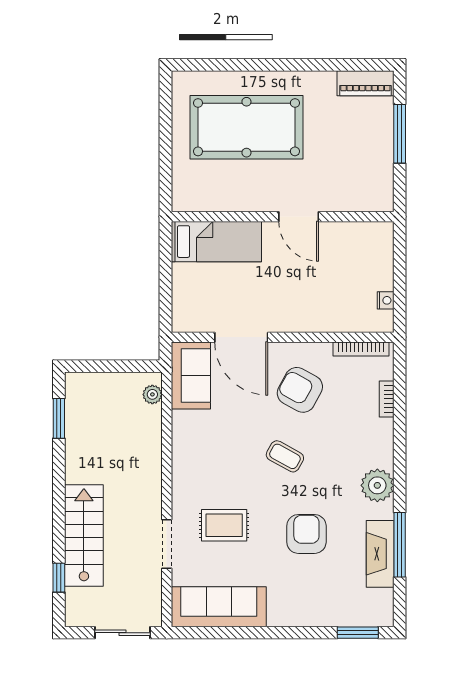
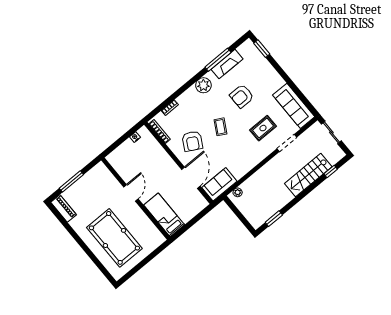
rug: (224, 525) -> (263, 128), turned 90

